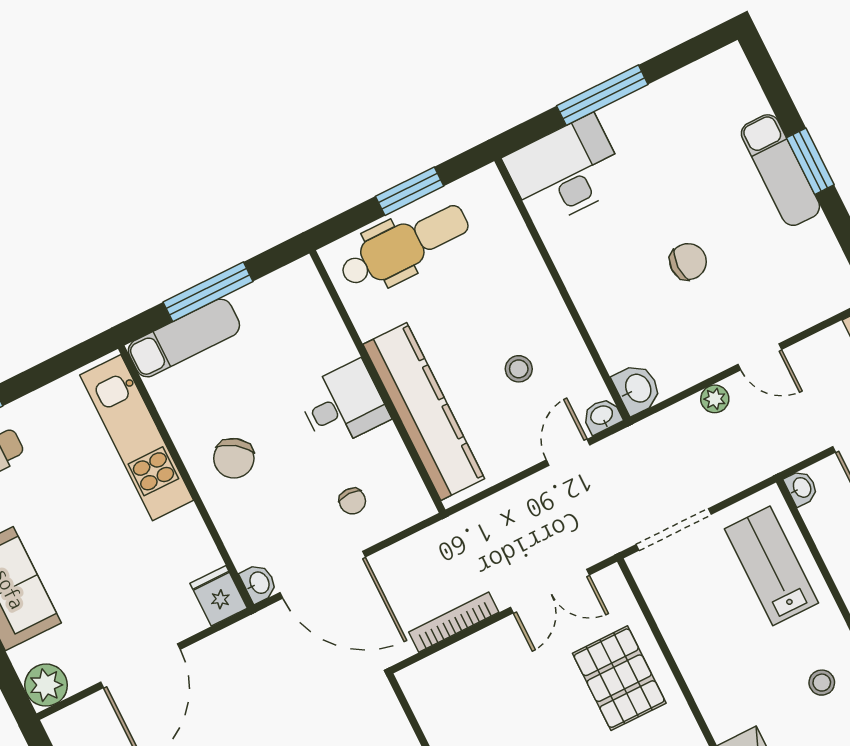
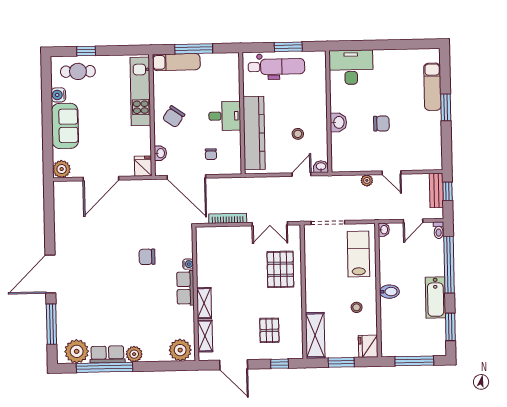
window: (602, 95) -> (379, 45), removed
exam couch: (780, 170) -> (432, 87), moved
washbasin: (637, 389) -> (338, 122), moved
washbasin: (259, 583) -> (160, 153), moved

